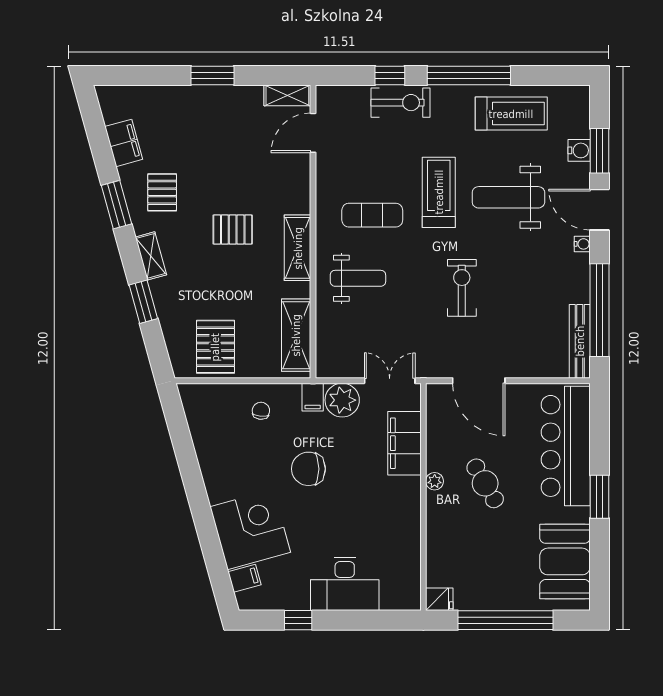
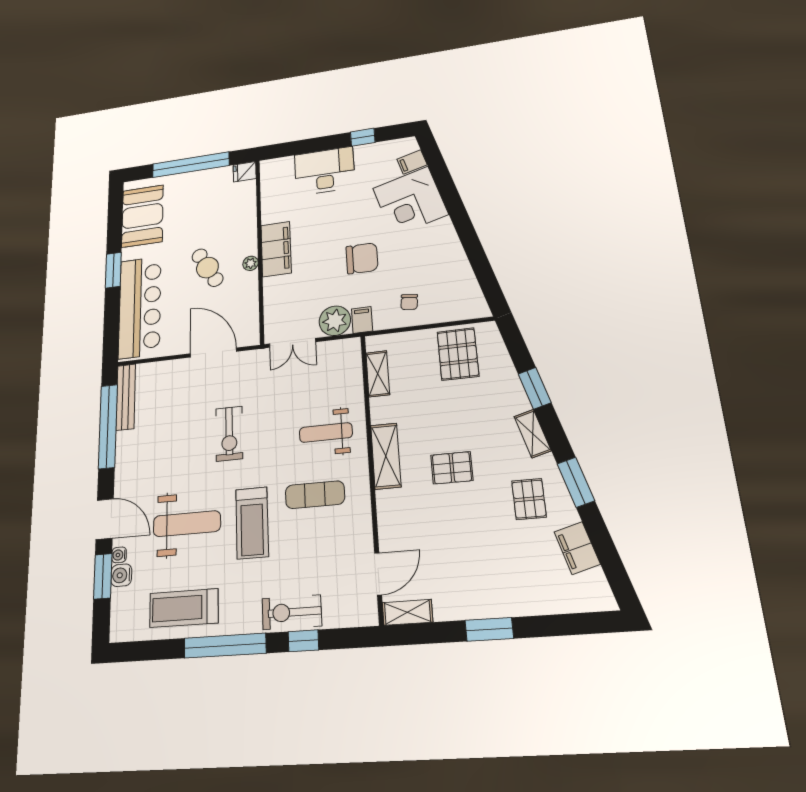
water cooler: (582, 244) -> (119, 555), moved
shelving: (296, 335) -> (378, 374), width x0.67, depth x0.75
filing cabinet: (404, 443) -> (276, 249), moved

